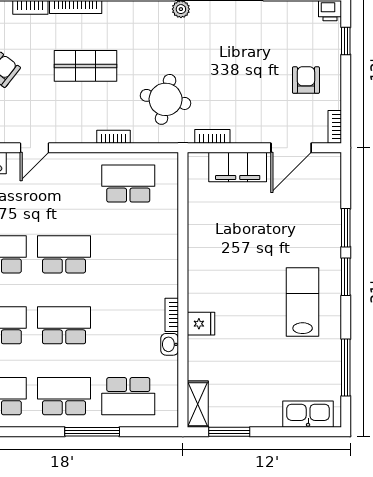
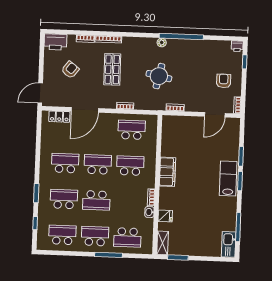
shop shelf: (85, 66) -> (112, 69), turned 90
round table: (166, 99) -> (159, 76), moved
door: (34, 148) -> (85, 110), width x1.87
filing cabinet: (238, 167) -> (167, 172), moved, turned -90
school desk: (128, 254) -> (130, 166), added
lab bench: (303, 302) -> (228, 178), moved
fridge: (201, 324) -> (165, 216), moved
school desk: (64, 325) -> (96, 200), turned 180
kitchen sink: (308, 414) -> (229, 244), moved, turned -90

